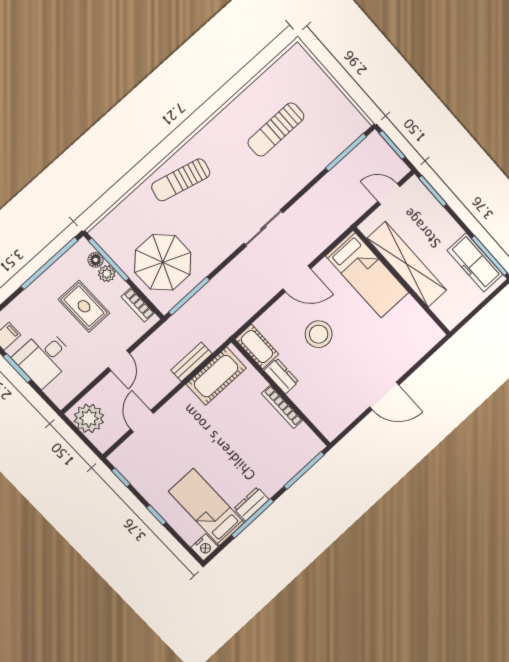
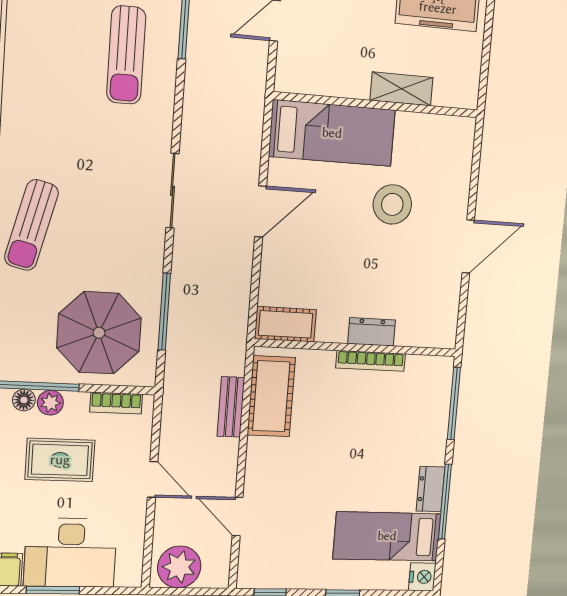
sun lounger: (276, 130) -> (126, 55), moved
shelving: (407, 264) -> (402, 89), width x0.45, depth x0.75
window: (189, 296) -> (164, 312), moved
stool: (319, 334) -> (392, 204), moved
desk: (44, 358) -> (70, 553), width x1.37
dresser: (281, 376) -> (372, 332), moved

